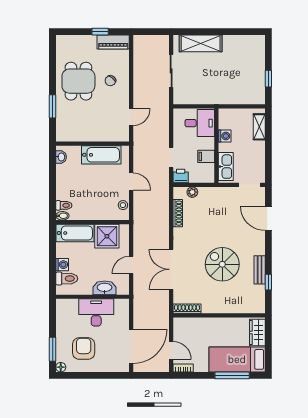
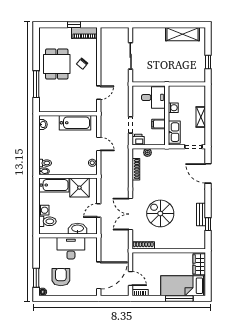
shelving: (201, 43) -> (182, 34), moved
window: (53, 106) -> (36, 84), width x1.44
shelving: (259, 127) -> (201, 117), moved
spiral stairs: (222, 264) -> (160, 213), moved

